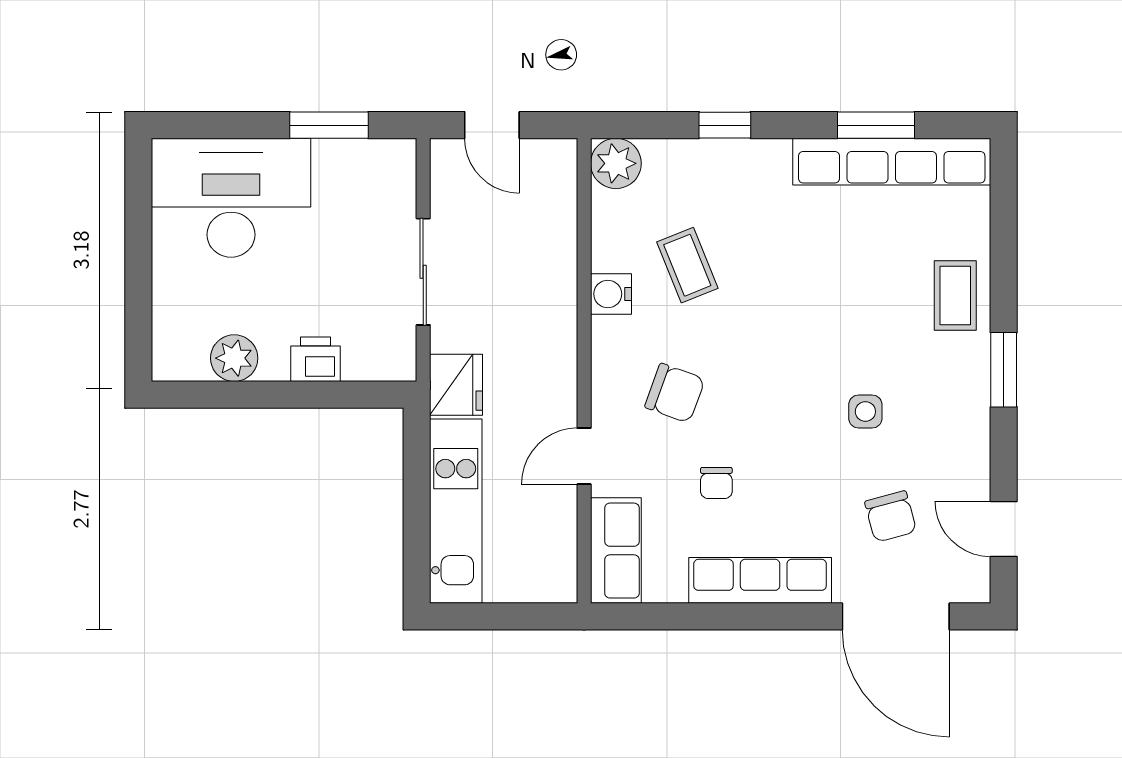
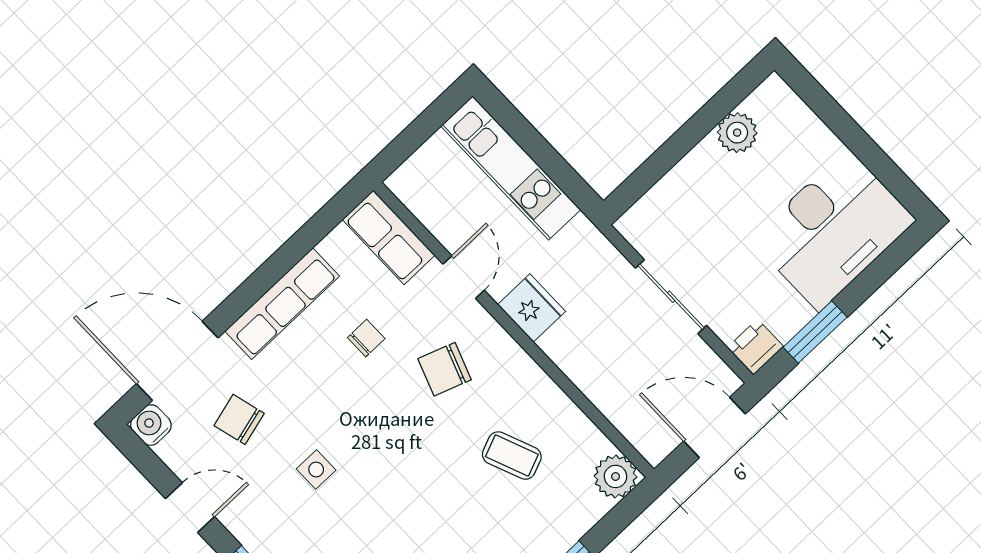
door: (492, 125) -> (715, 428), width x1.38
water cooler: (611, 294) -> (151, 425), moved, turned -90
printer: (316, 359) -> (755, 347), moved, turned 180
fridge: (456, 385) -> (532, 308), moved, turned 180
chair: (716, 483) -> (366, 338), turned 90
door: (1004, 529) -> (190, 508), moved

